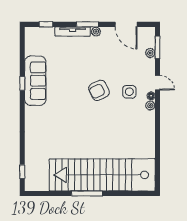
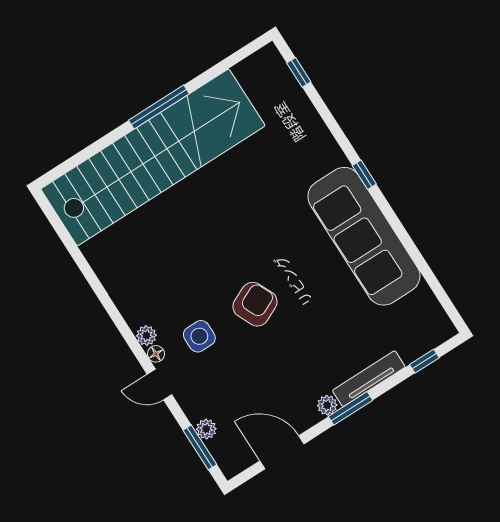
sofa: (35, 81) -> (364, 236), width x1.36, depth x1.27
window: (22, 84) -> (364, 175), moved

